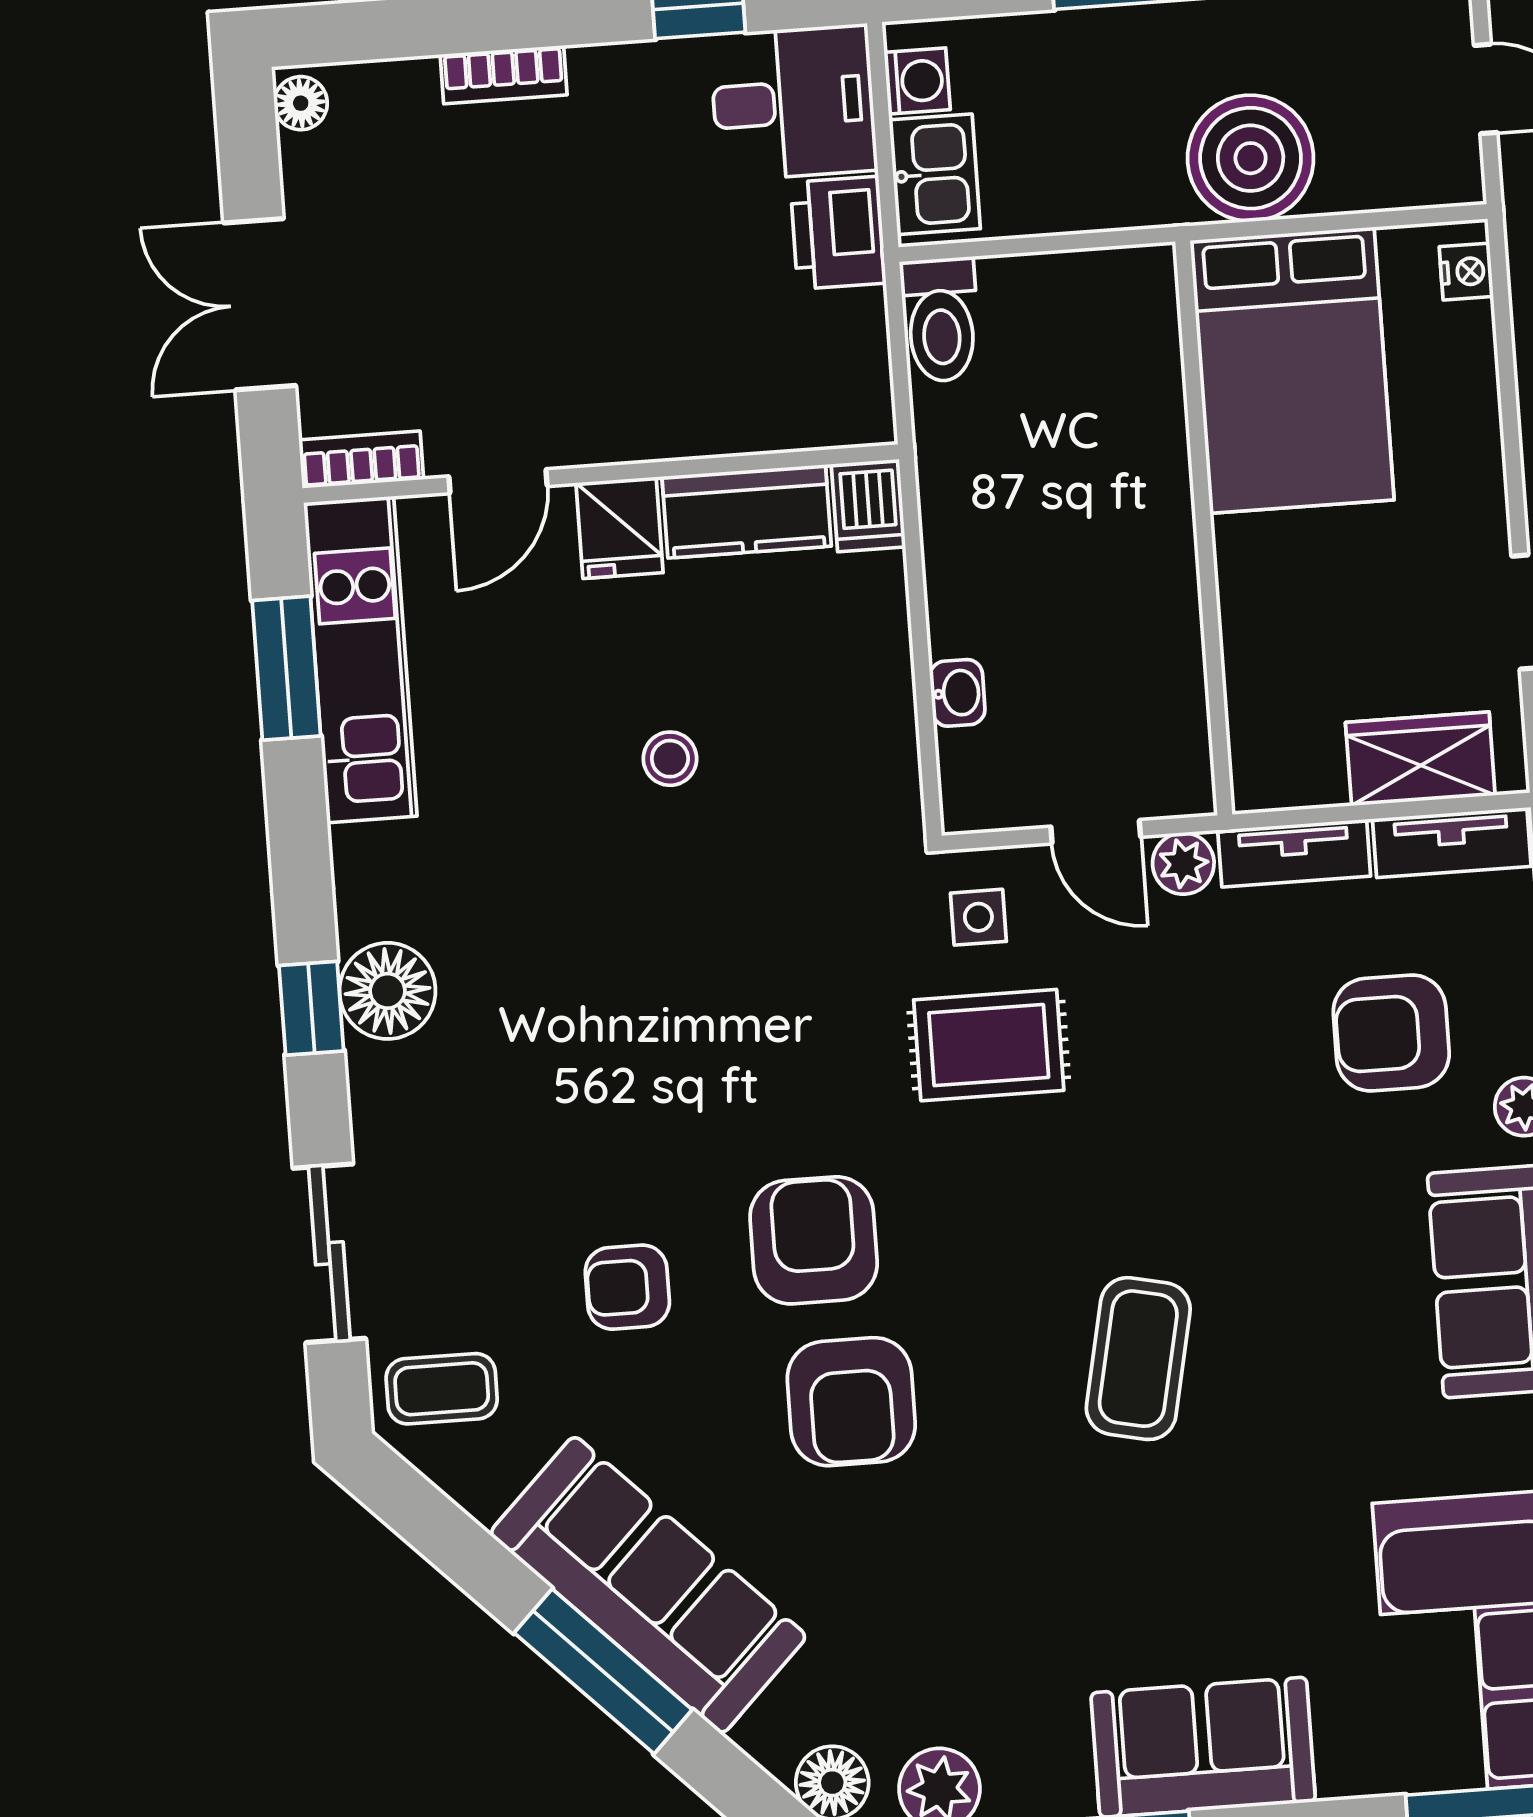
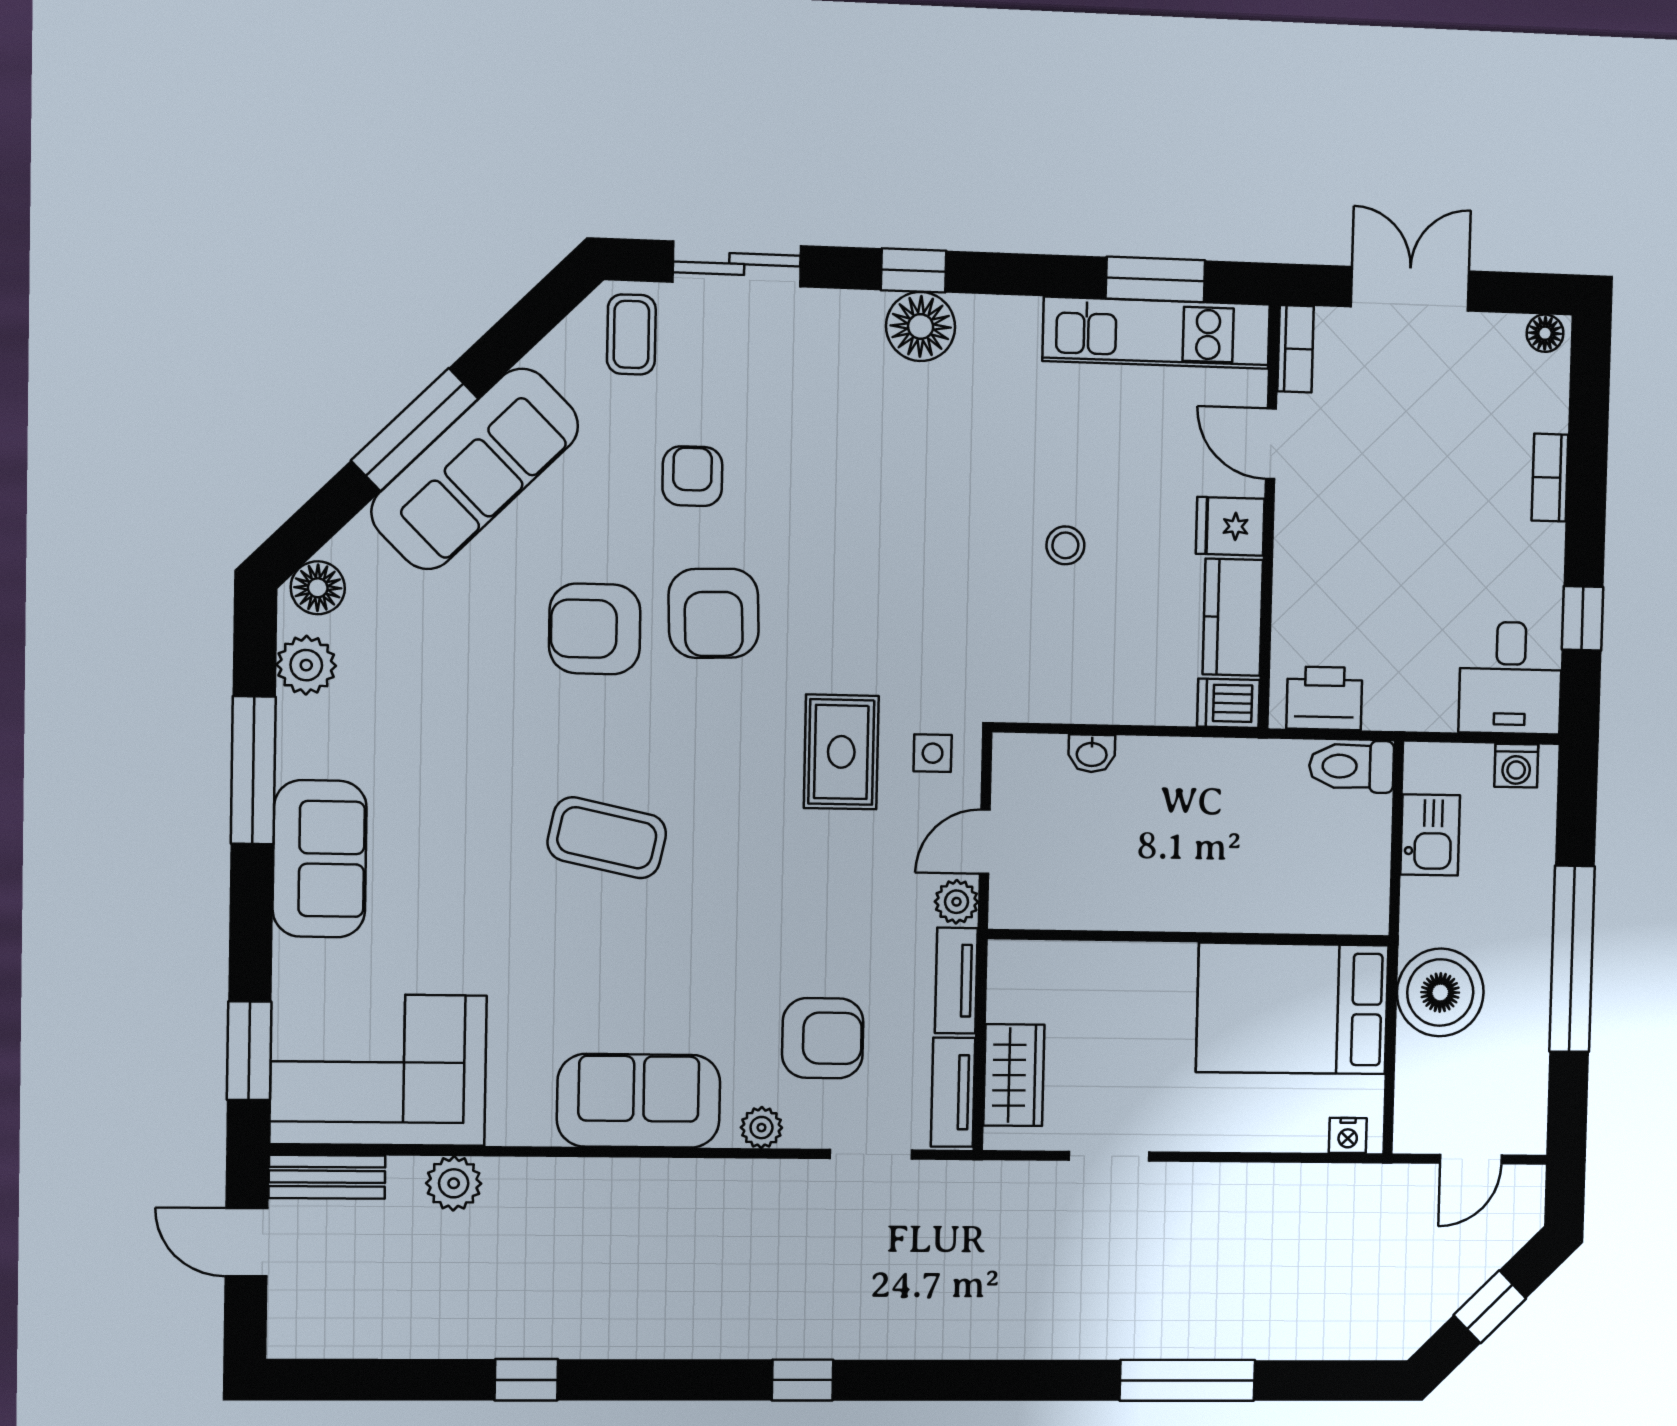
kitchen sink: (935, 174) -> (1430, 835), moved, turned -90
printer: (838, 233) -> (1324, 698), moved
armchair: (1391, 1033) -> (823, 1038), turned 90
armchair: (814, 1240) -> (714, 613), turned 88

